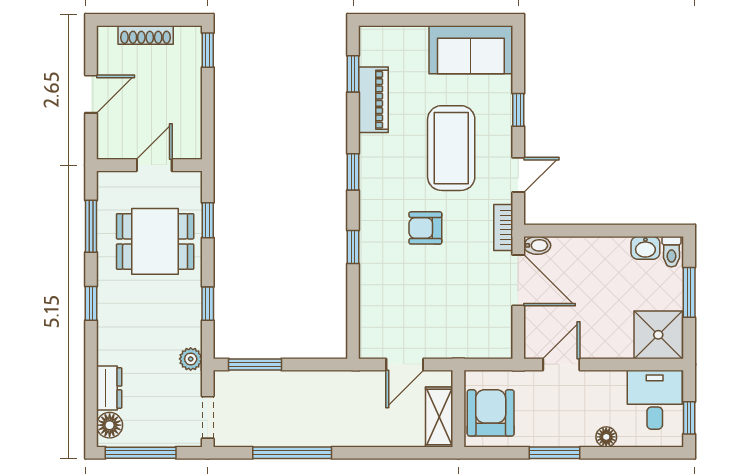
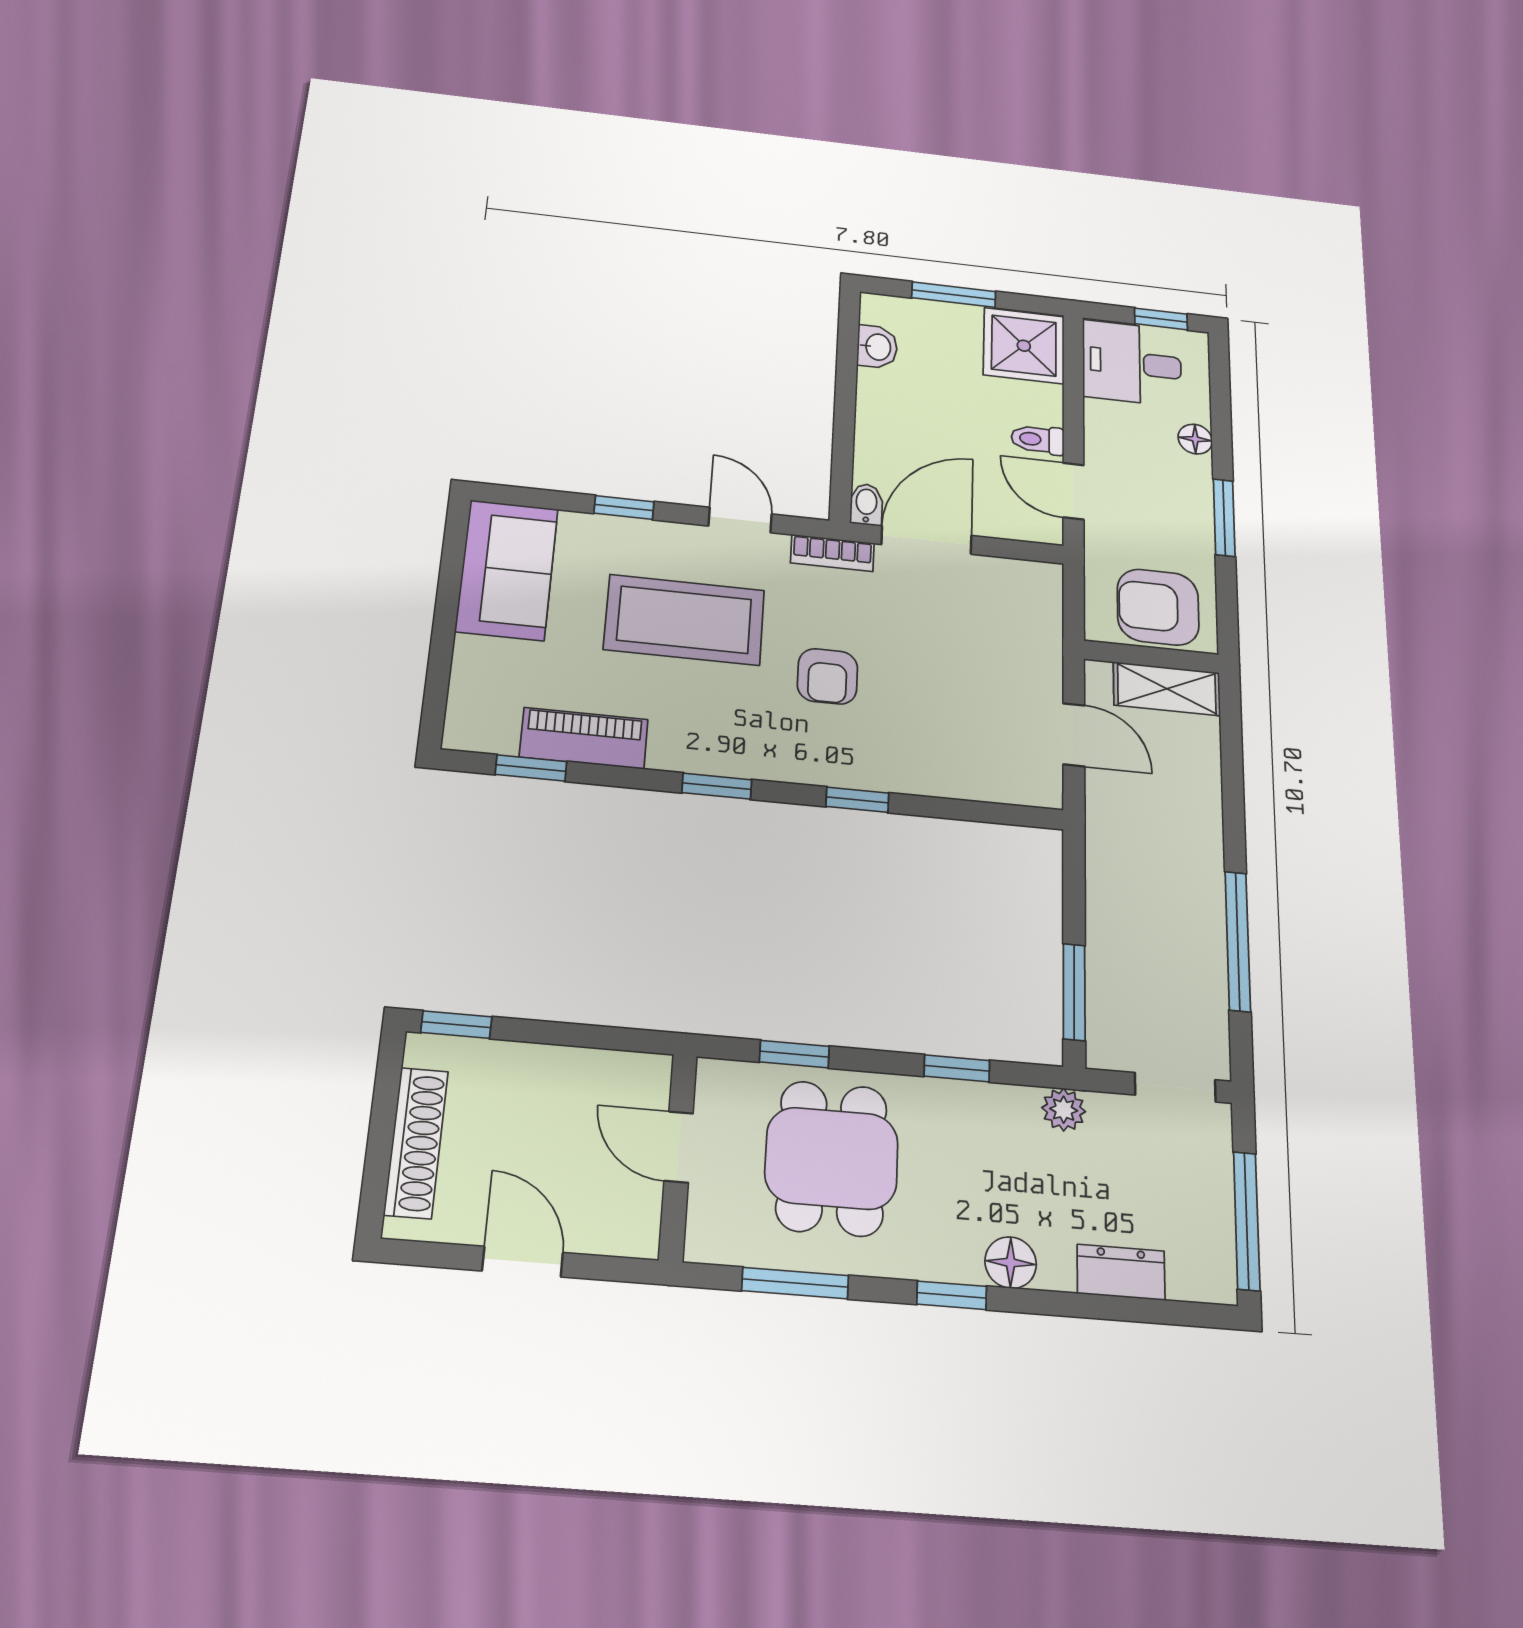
shoe rack: (146, 35) -> (416, 1143), width x1.36, depth x1.24
toilet: (671, 252) -> (1038, 440), moved, turned 180
floor lamp: (110, 425) -> (1011, 1263), moved

